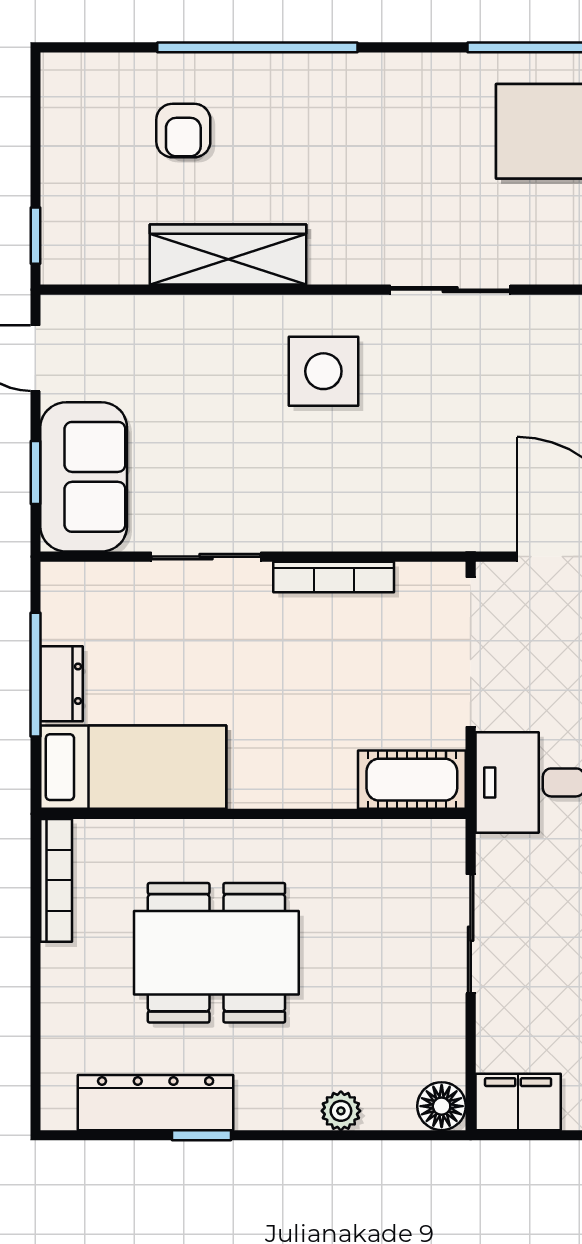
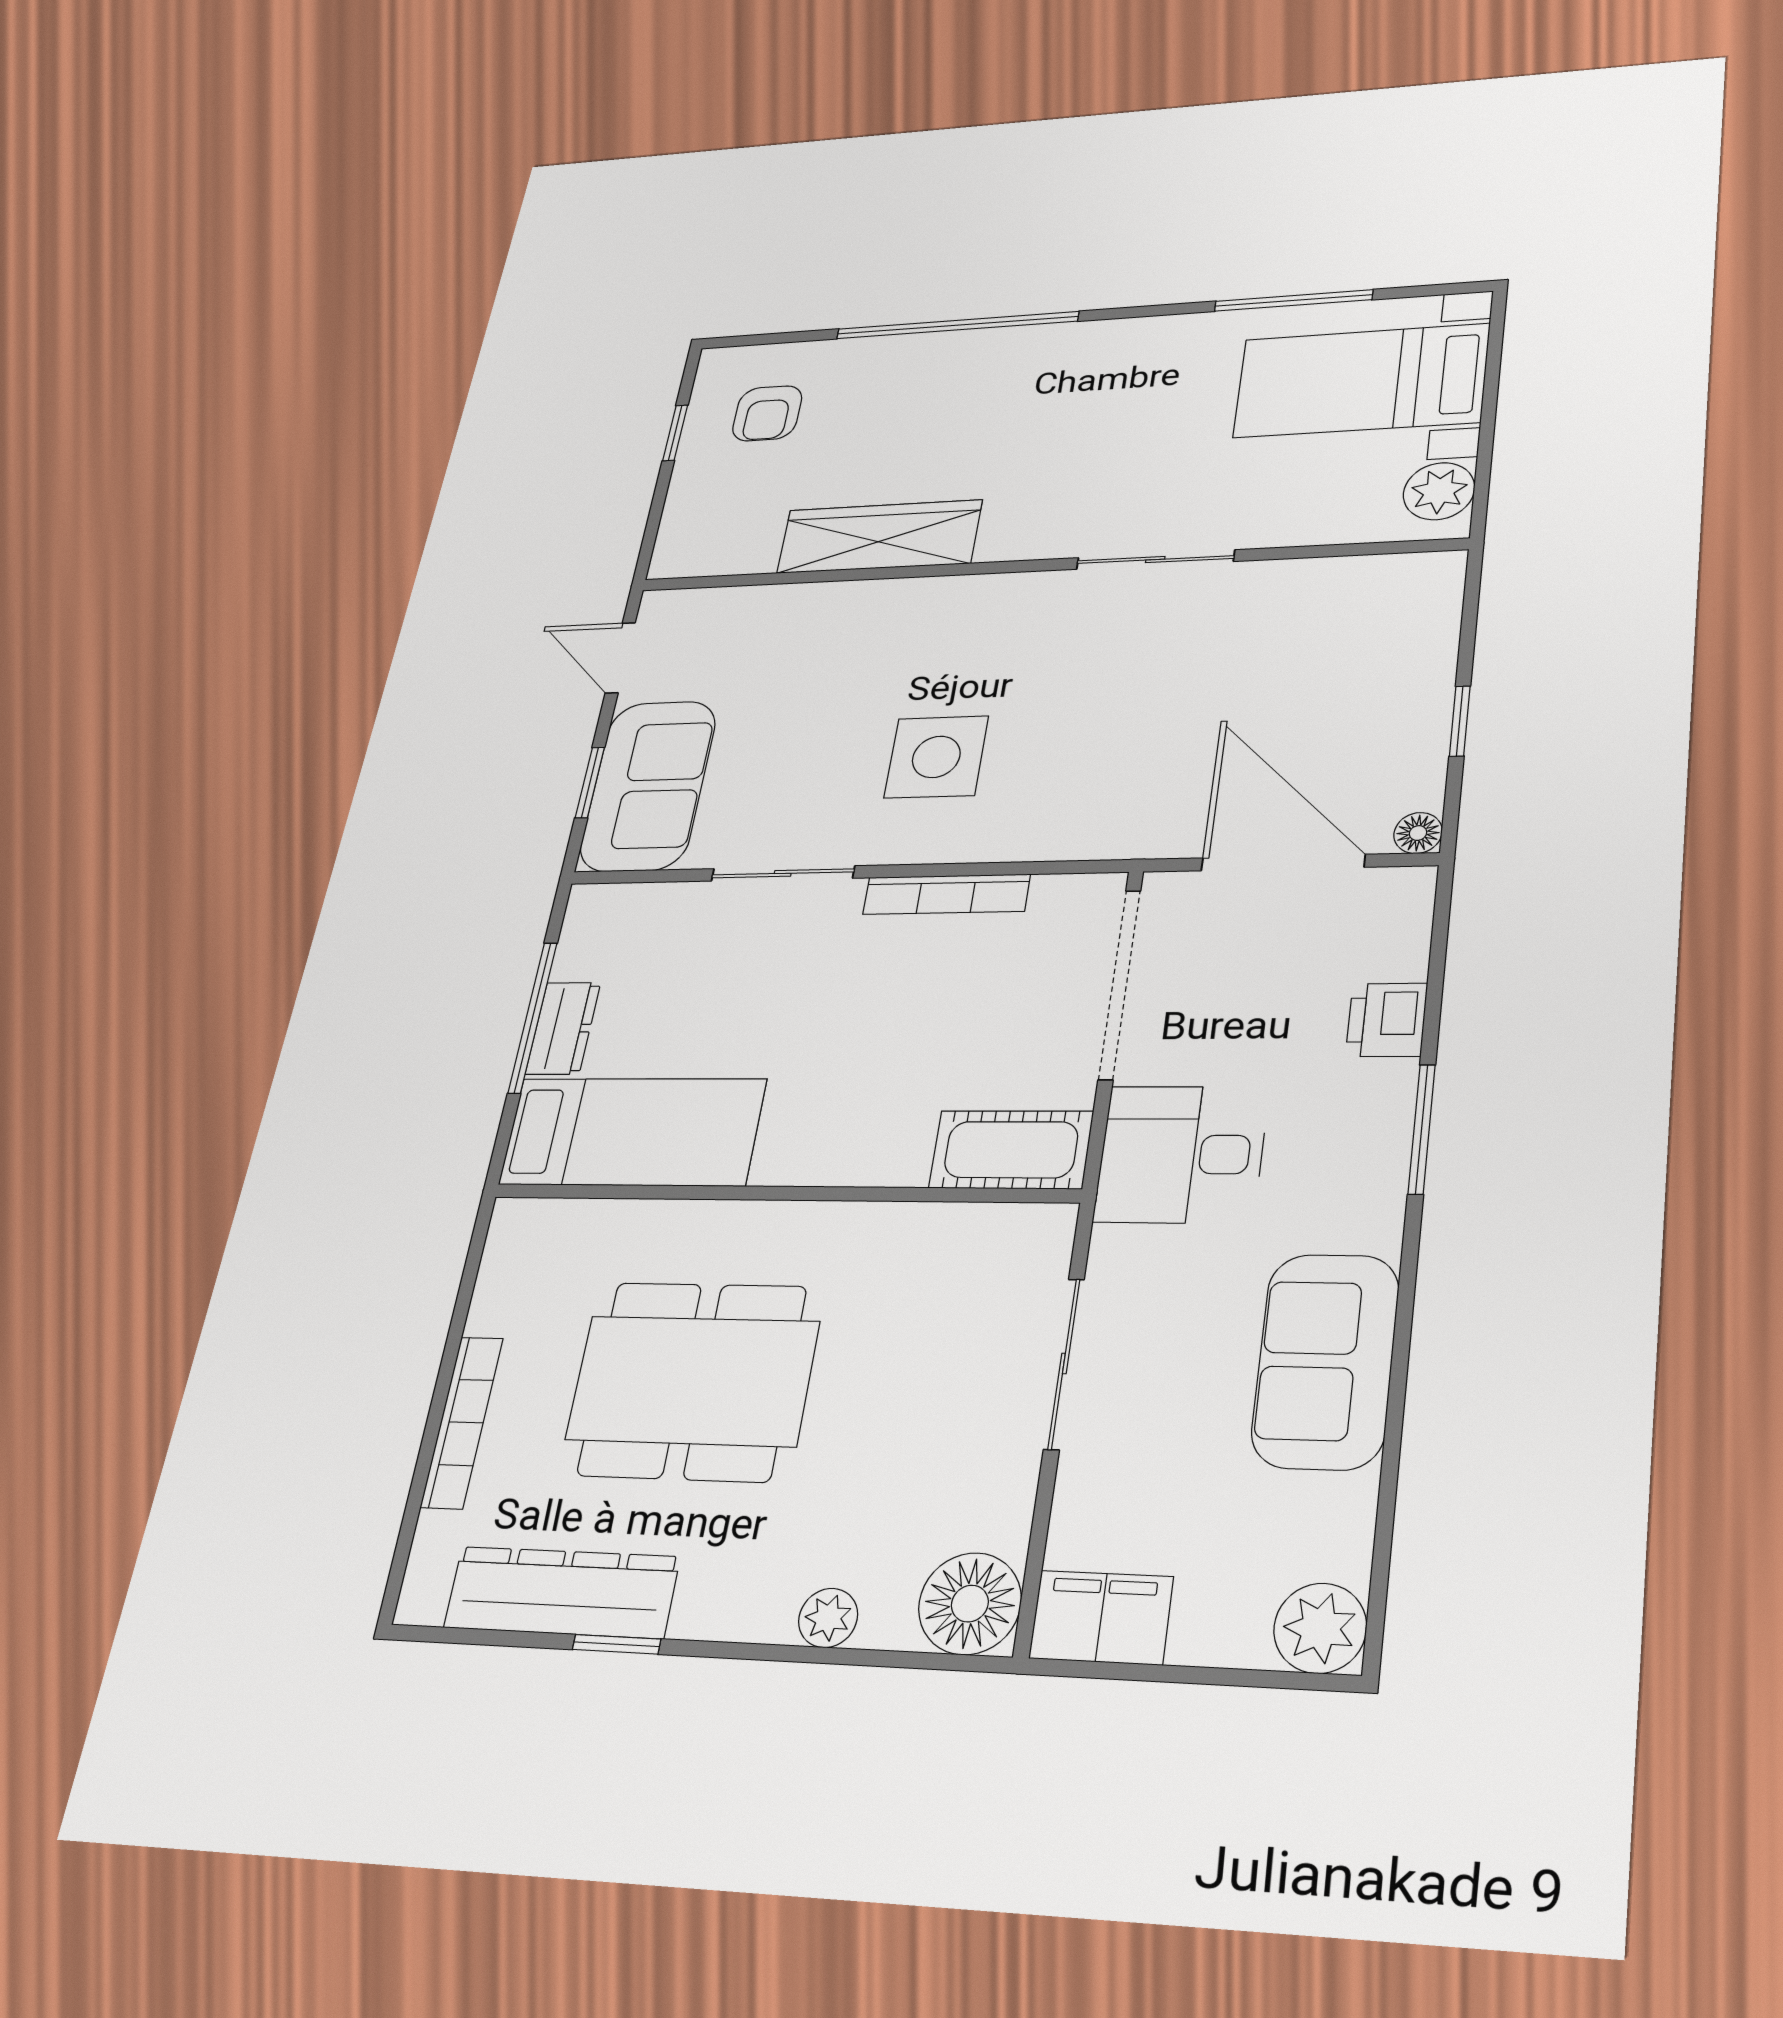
armchair: (183, 131) -> (767, 413), moved
window: (35, 236) -> (675, 433), moved
side table: (323, 371) -> (936, 757), moved
bookcase: (56, 880) -> (462, 1422), moved
floor lamp: (442, 1106) -> (970, 1604), width x1.38, depth x1.38

